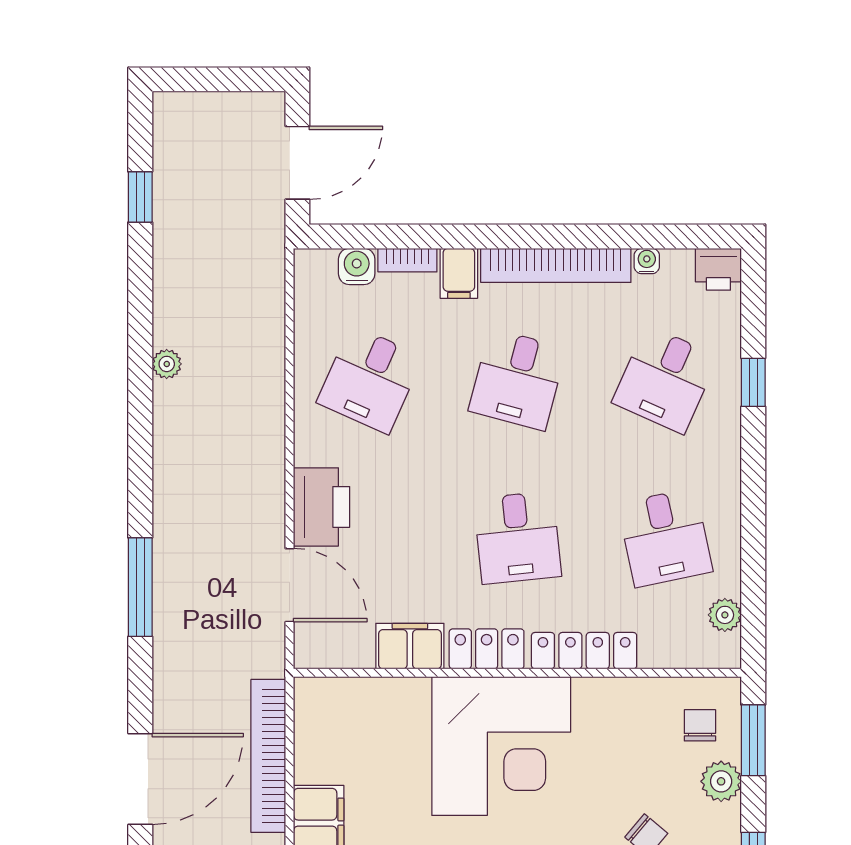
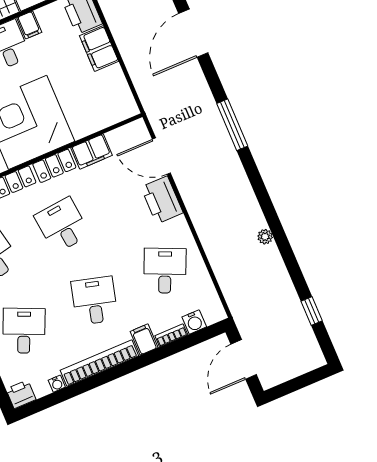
bookcase: (268, 756) -> (137, 70), removed

